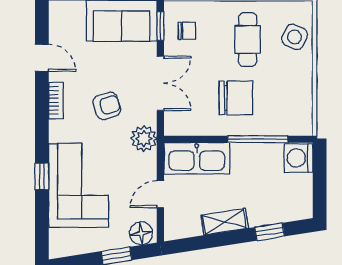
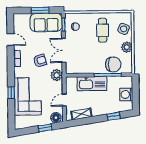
plant: (301, 78) -> (127, 47), added
double door: (160, 83) -> (64, 50), swing flipped
chair: (236, 98) -> (113, 64), moved
kitchen sink: (197, 158) -> (92, 84), moved
washing machine: (299, 158) -> (126, 95), moved
shelving: (224, 222) -> (81, 114), moved

